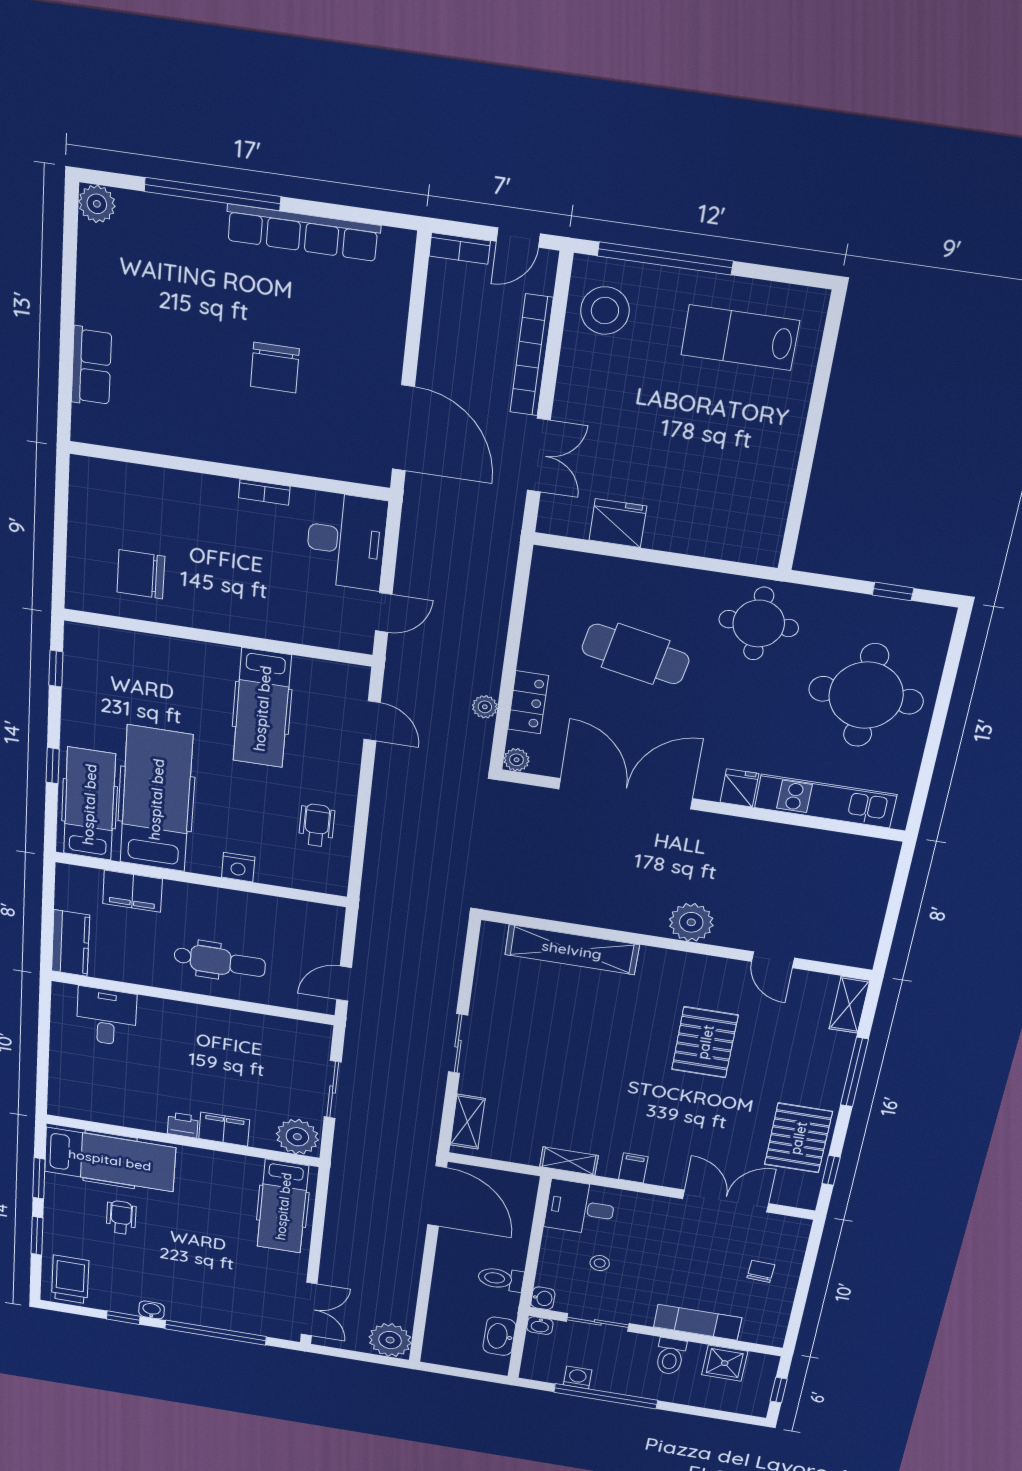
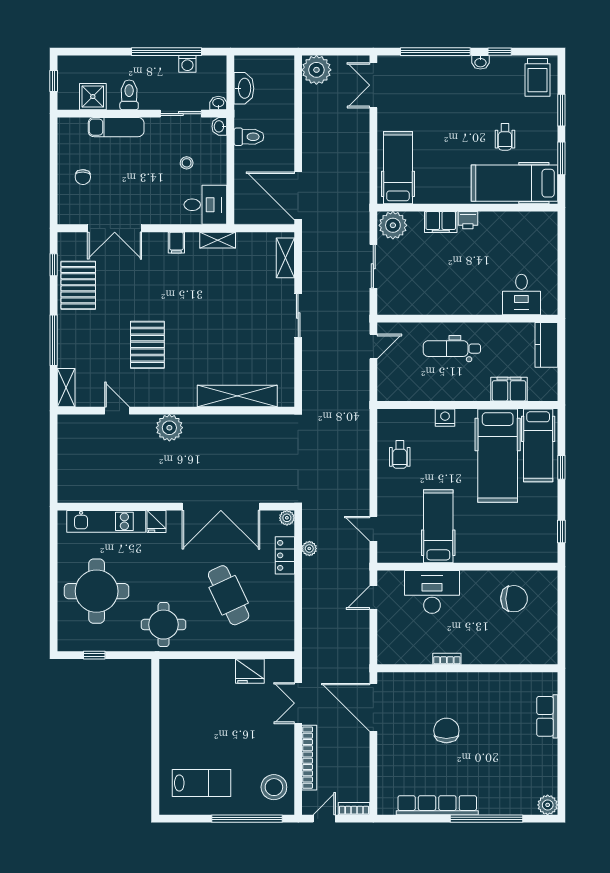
desk: (346, 541) -> (432, 592), moved, turned 90
cafe table: (635, 654) -> (229, 595), turned 54

